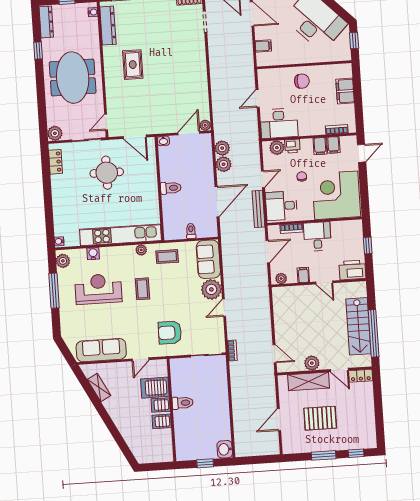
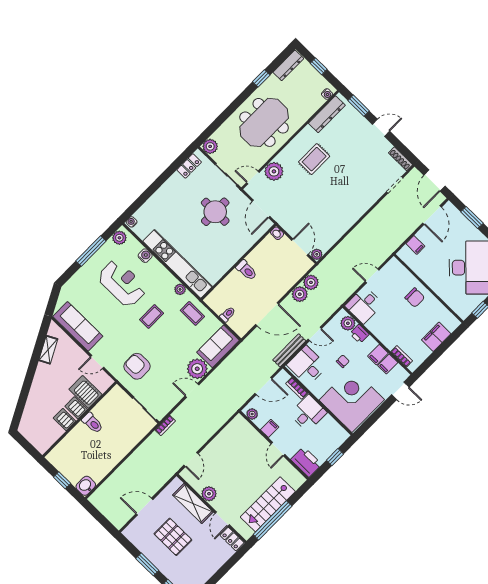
plant: (115, 102) -> (274, 171), added
desk: (279, 123) -> (364, 305), width x0.73
door: (189, 133) -> (300, 247), hinge flipped

